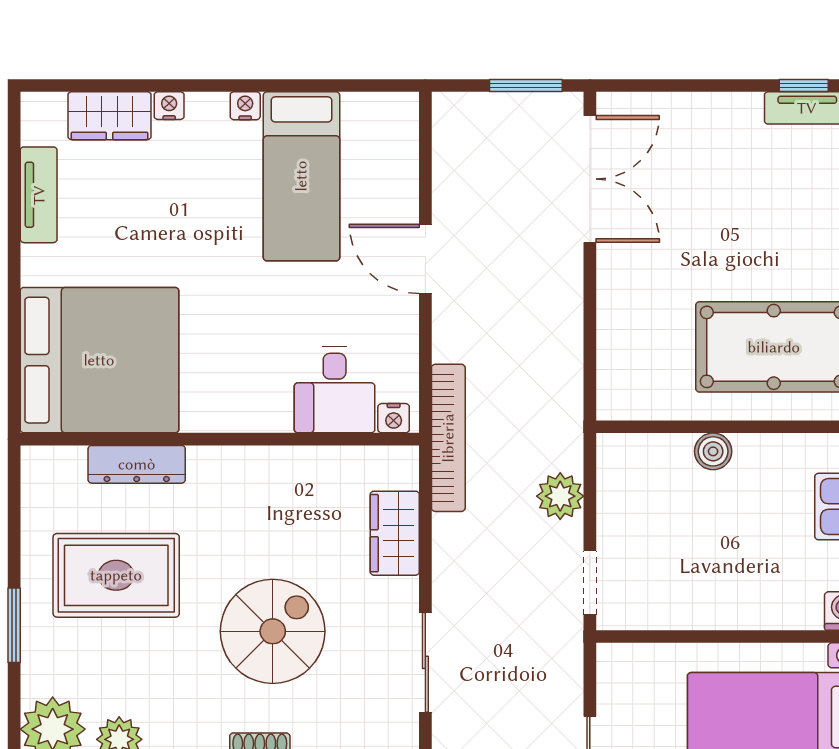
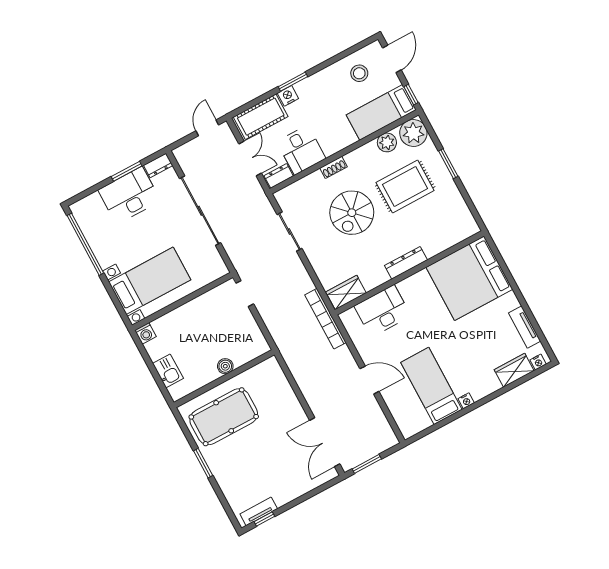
nightstand: (169, 106) -> (538, 362), moved
desk: (335, 390) -> (382, 311), width x1.37
nightstand: (394, 418) -> (350, 315), removed
dresser: (137, 464) -> (406, 263), moved
plant: (560, 496) -> (273, 319), removed
wardrobe: (395, 533) -> (346, 293), moved, turned -90
rug: (116, 575) -> (405, 187), moved

